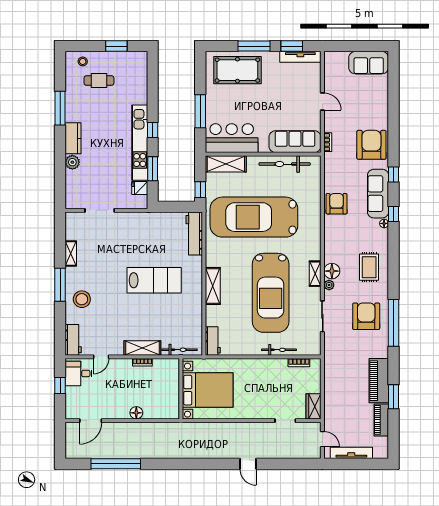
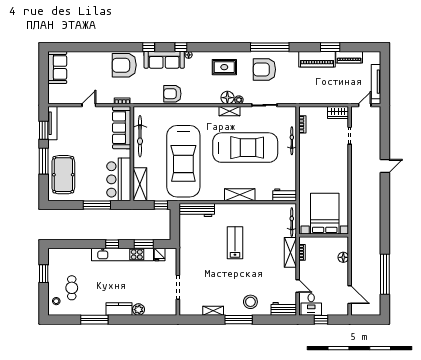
lab bench: (154, 280) -> (235, 243), width x0.73, depth x0.72
wall: (181, 389) -> (324, 235), moved
bed with nightstands: (208, 390) -> (325, 214), moved

